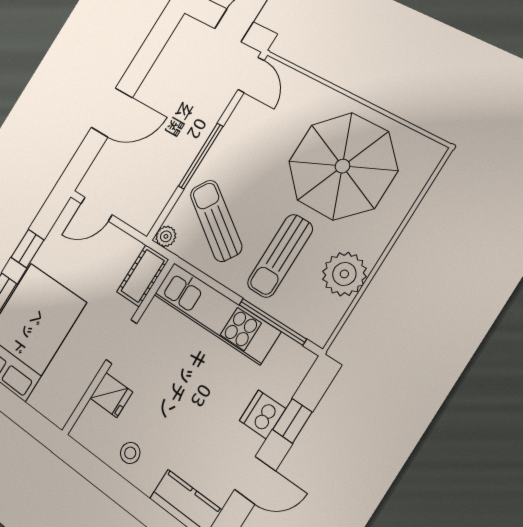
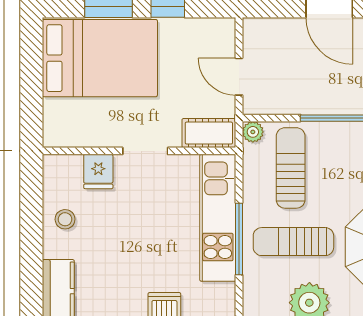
door: (97, 209) -> (239, 77), moved
sun lounger: (216, 221) -> (291, 168), turned -34
window: (273, 322) -> (239, 239), moved

